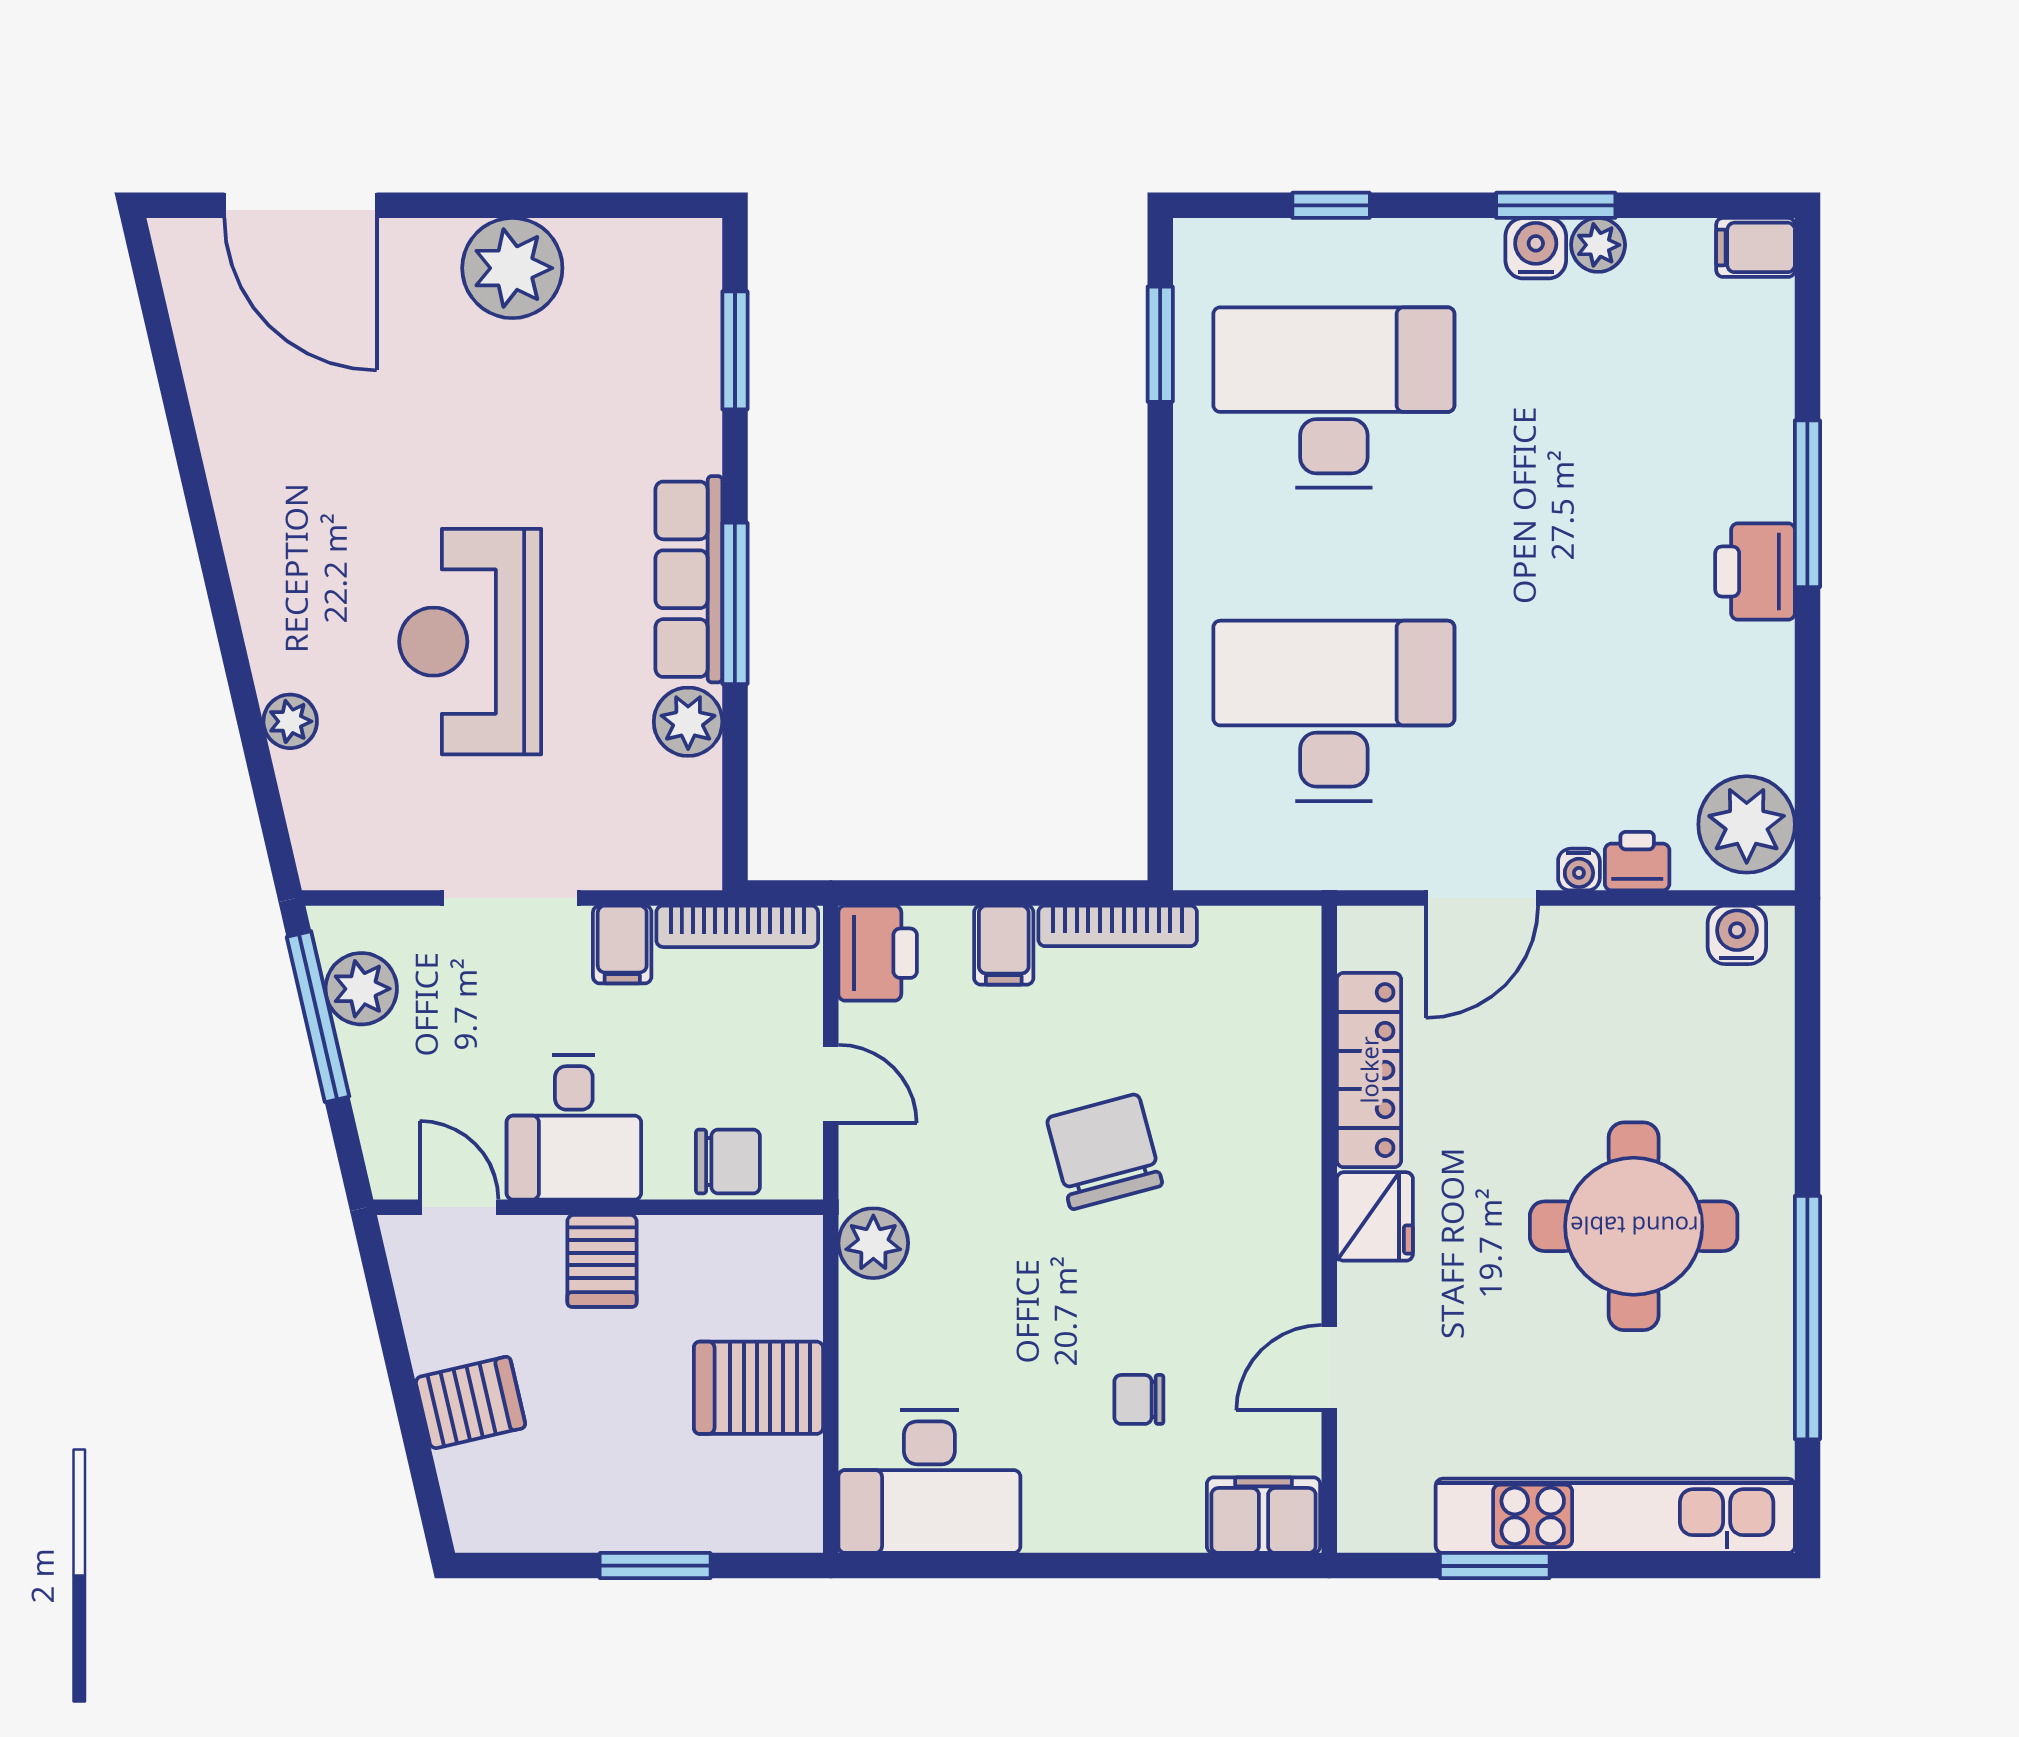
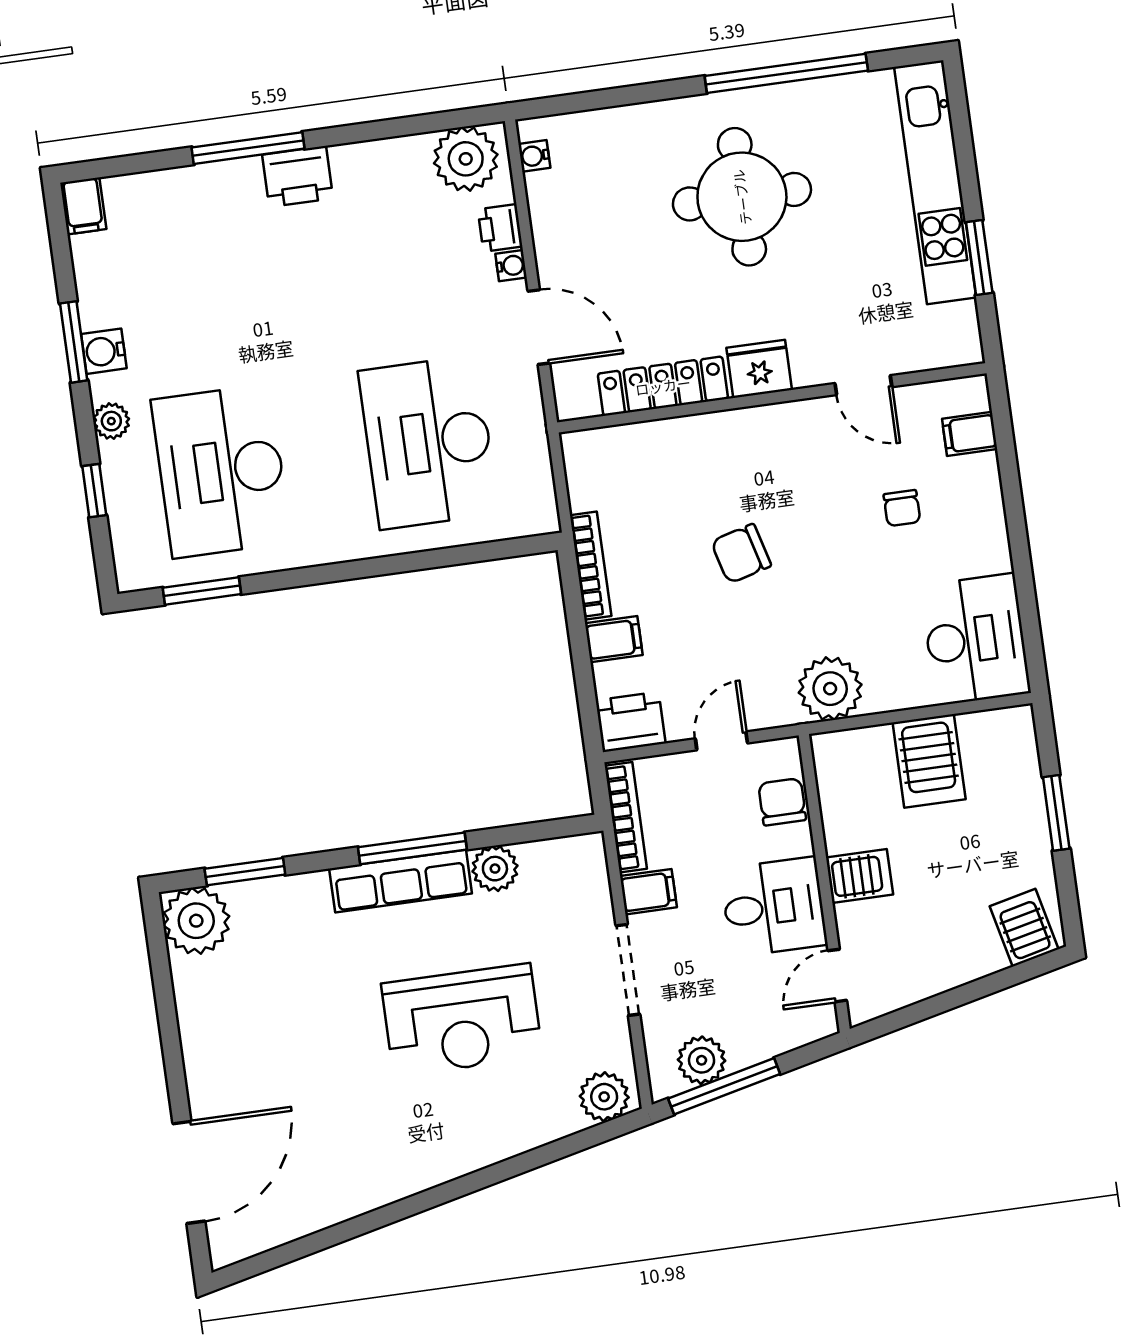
plant: (1598, 245) -> (111, 421), moved
plant: (512, 268) -> (196, 921), moved
plant: (290, 721) -> (604, 1097), moved, width x1.38, depth x1.38
water cooler: (1737, 935) -> (534, 156), width x0.72, depth x0.72
chair: (1105, 1152) -> (741, 554), width x0.73, depth x0.73
plant: (873, 1243) -> (830, 689), width x1.36, depth x1.36
server rack: (470, 1403) -> (1024, 928), moved
filing cabinet: (1263, 1515) -> (970, 434), width x0.50

